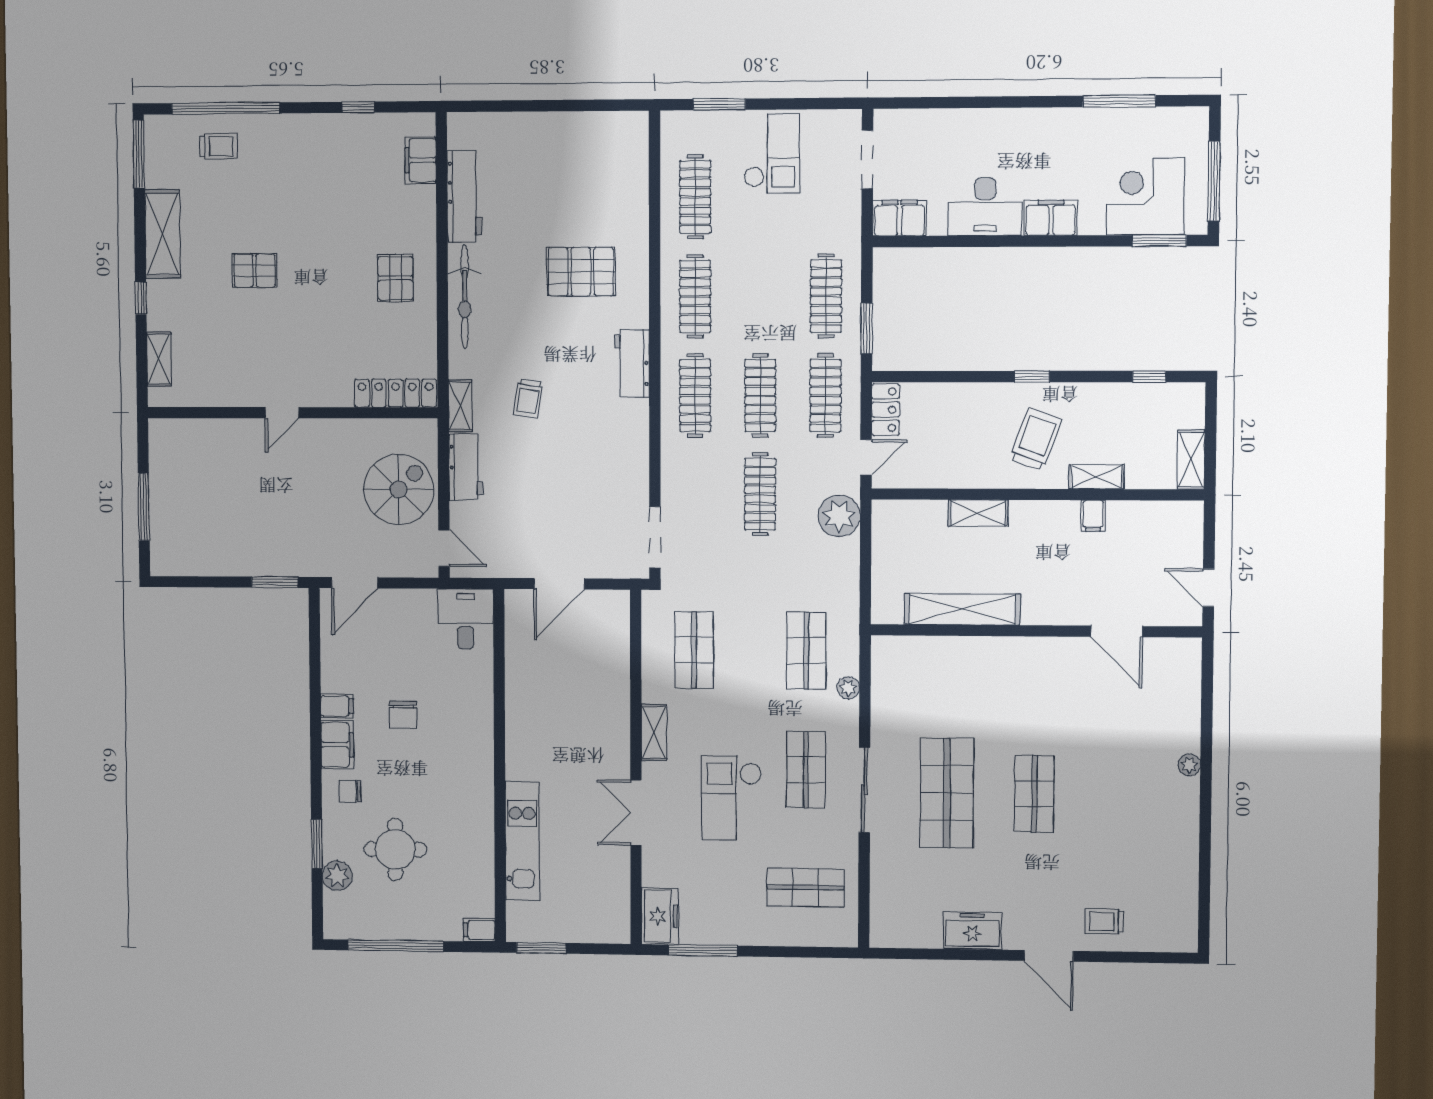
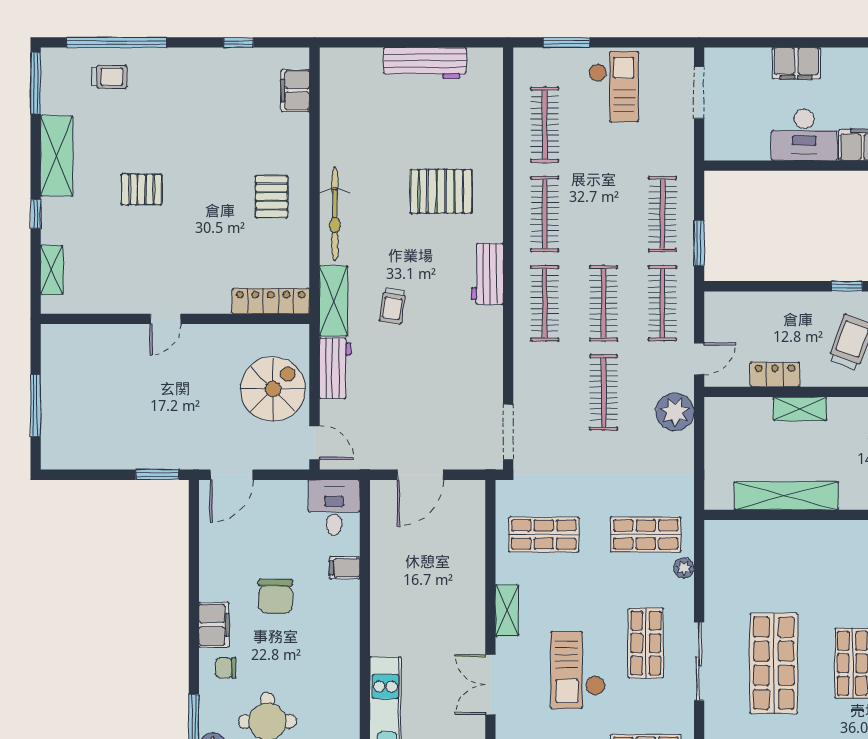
workbench: (464, 197) -> (425, 63), moved, turned 90
filing cabinet: (900, 218) -> (796, 63), moved, turned 180
shelving: (460, 406) -> (334, 301), width x1.50, depth x1.33
locker: (886, 410) -> (775, 374), moved, turned -90
shop shelf: (694, 650) -> (544, 534), turned 90
shop shelf: (806, 651) -> (646, 534), turned 90
filing cabinet: (337, 706) -> (345, 568), moved, turned 180
chair: (403, 715) -> (275, 596), width x1.37, depth x1.37

